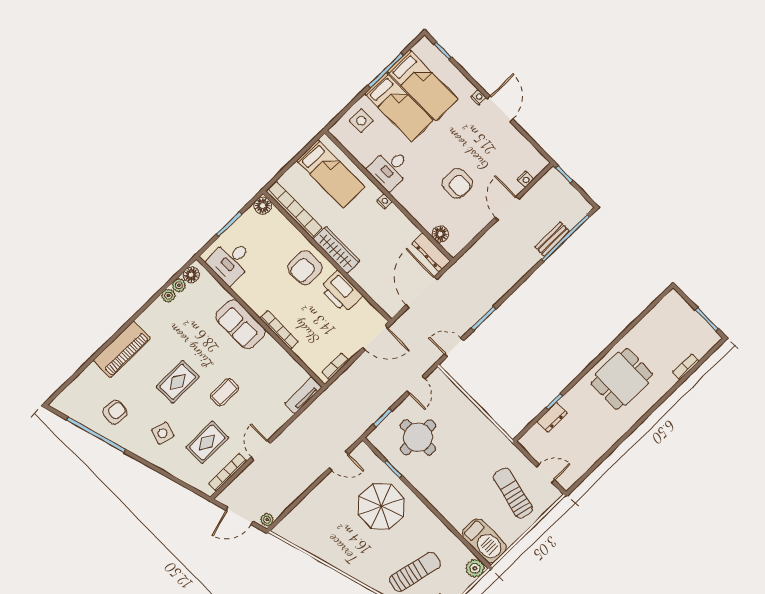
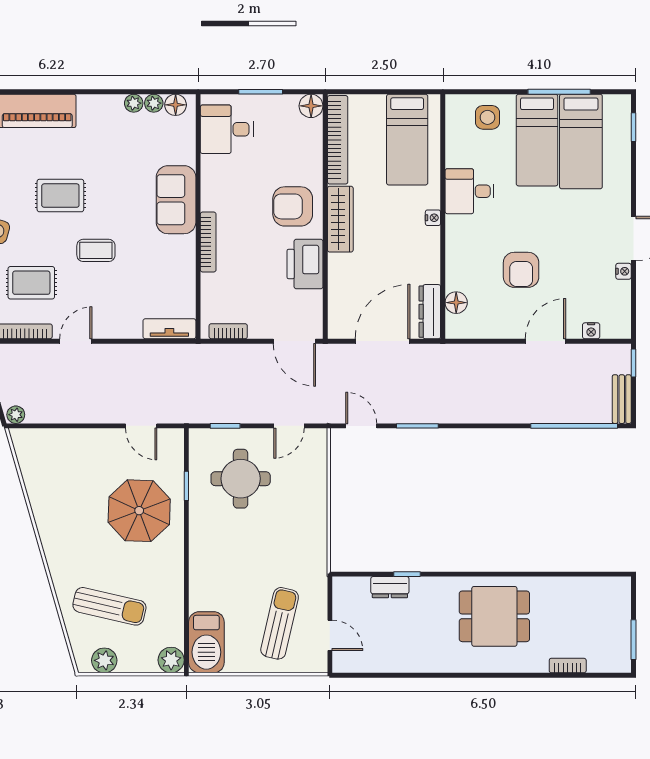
nightstand: (478, 97) -> (623, 271), moved
bench: (552, 239) -> (622, 399), moved, turned 90

